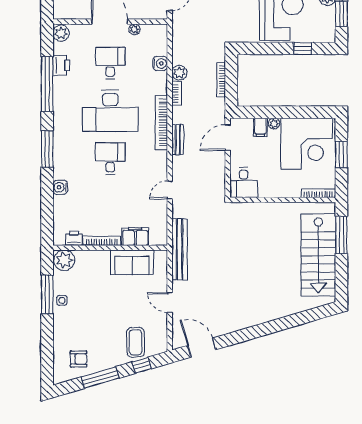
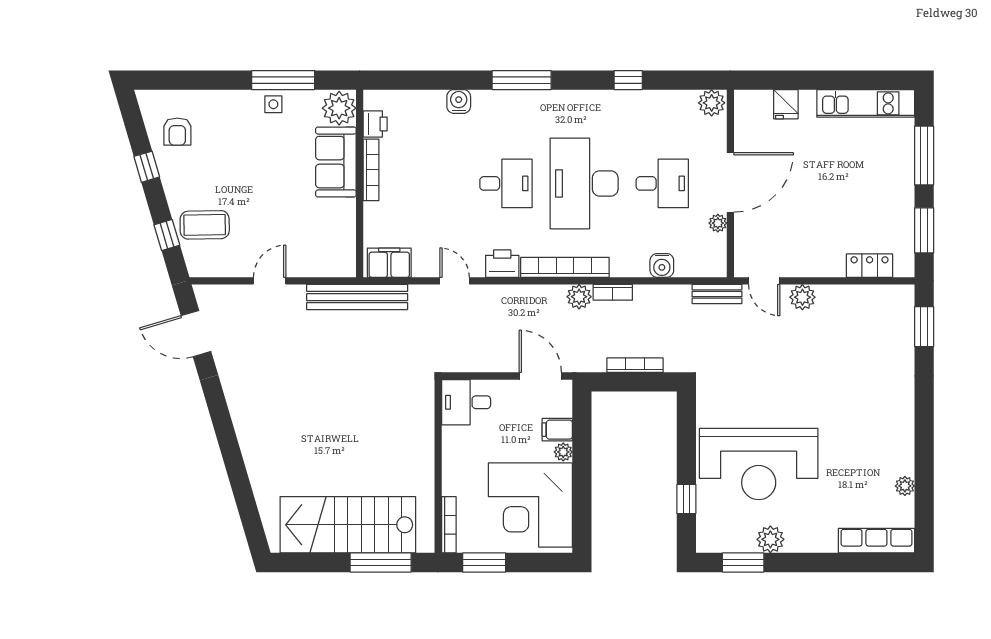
printer: (61, 65) -> (502, 264), moved, turned 180
plant: (179, 73) -> (579, 297), moved
window: (47, 84) -> (628, 80), width x0.32
bench: (178, 140) -> (717, 294), moved
window: (341, 154) -> (484, 562), moved
filing cabinet: (135, 237) -> (389, 263), moved, turned -90
sofa: (132, 262) -> (336, 162), moved
door: (202, 348) -> (196, 334), swing flipped
window: (100, 378) -> (147, 167), width x0.46

